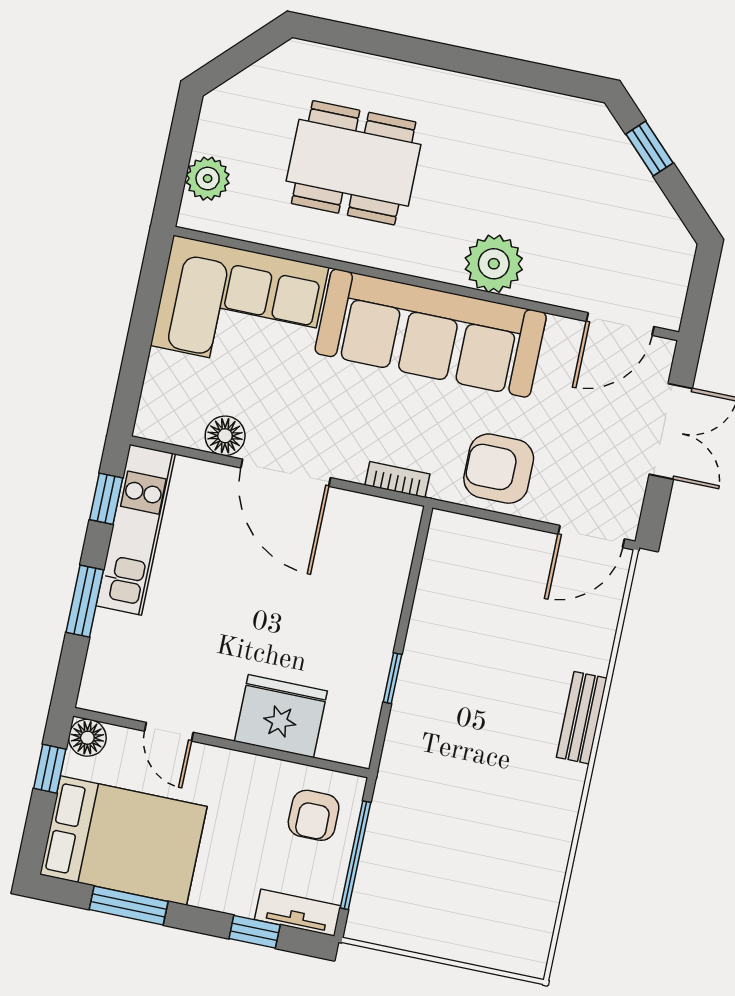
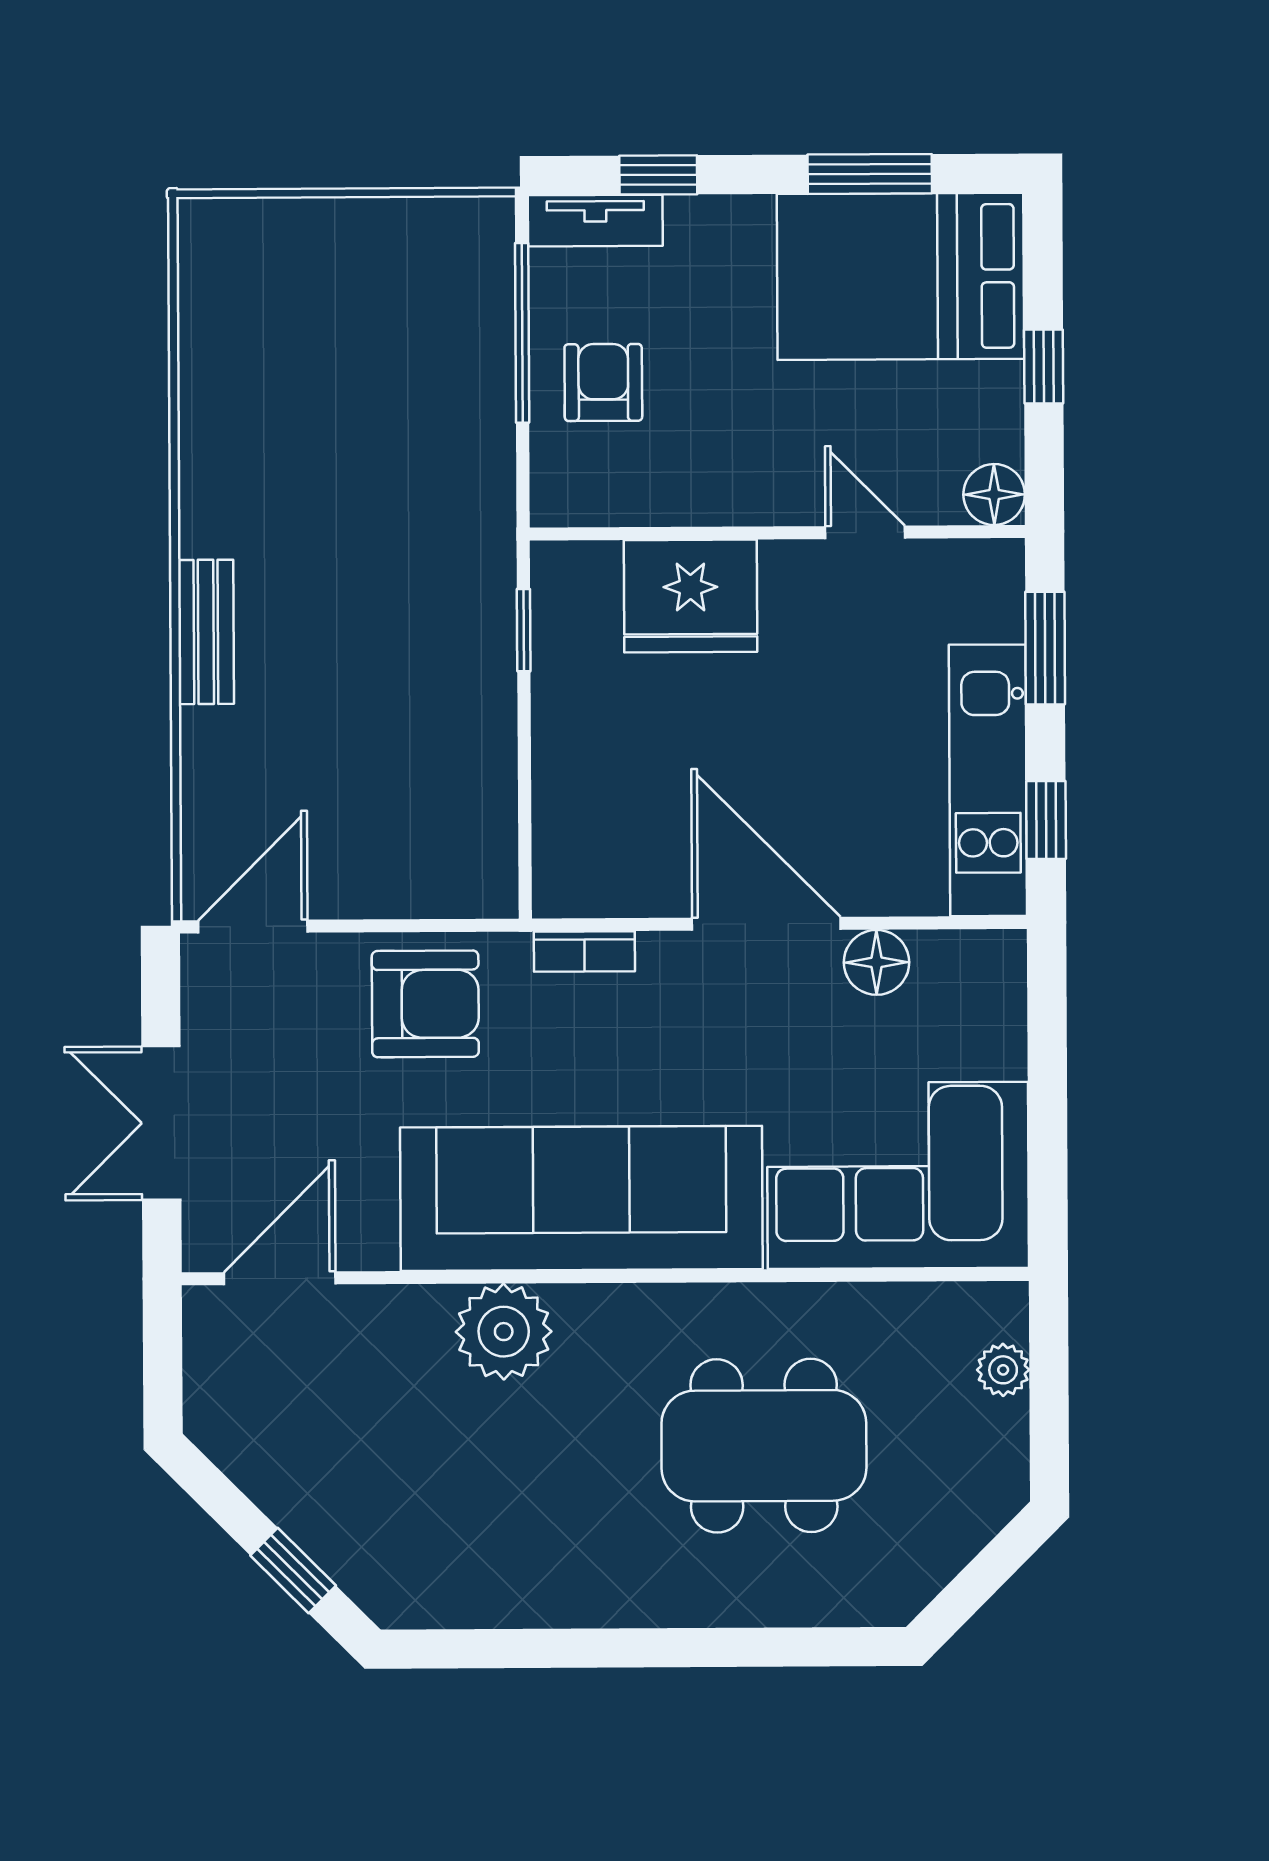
plant: (208, 179) -> (1003, 1370), width x0.73, depth x0.73
fridge: (281, 716) -> (691, 596), moved
door: (169, 732) -> (865, 532), moved
floor lamp: (87, 738) -> (994, 494), moved
wall: (221, 743) -> (777, 533), moved

